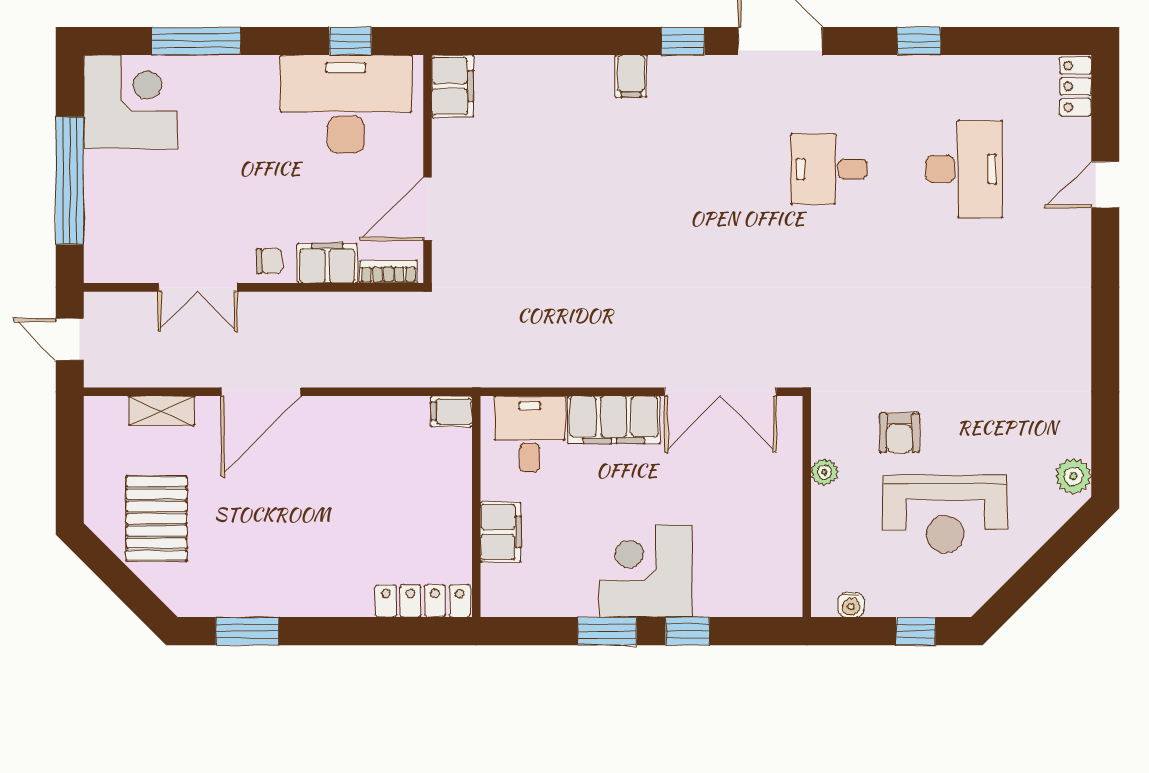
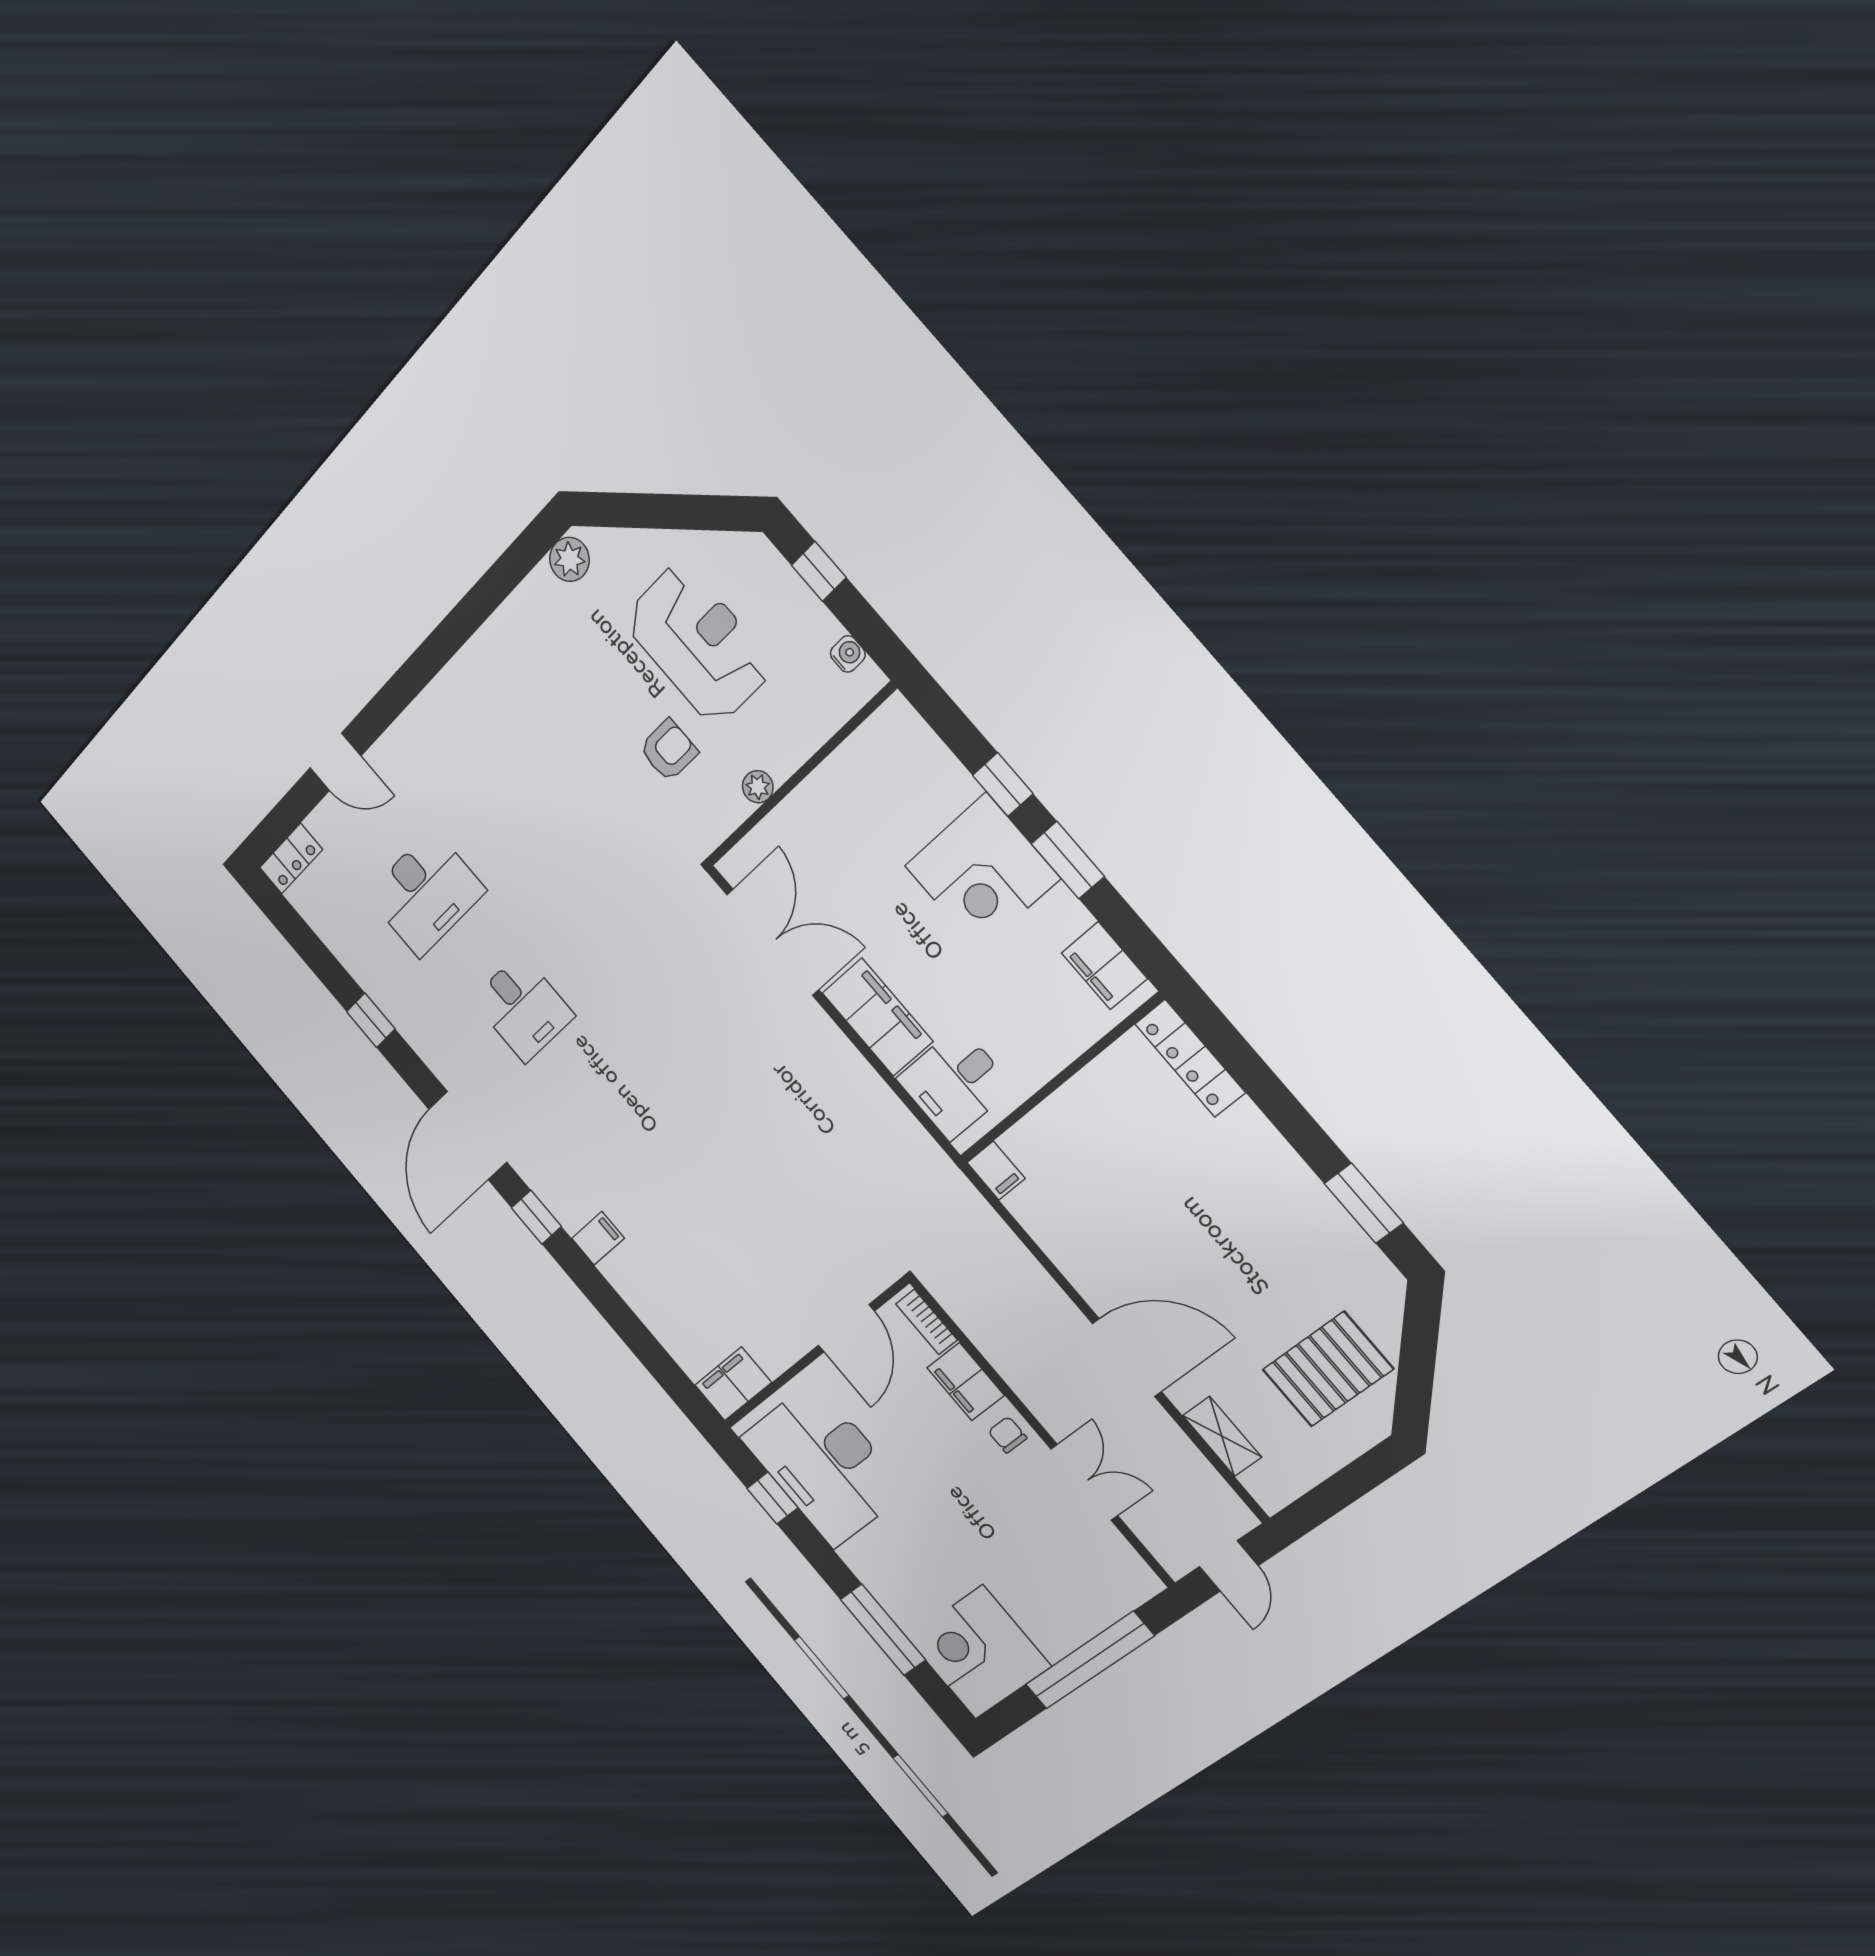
desk: (964, 169) -> (426, 893), turned 180
door: (427, 209) -> (846, 1328), hinge flipped
filing cabinet: (501, 532) -> (1104, 966), moved, turned -90

